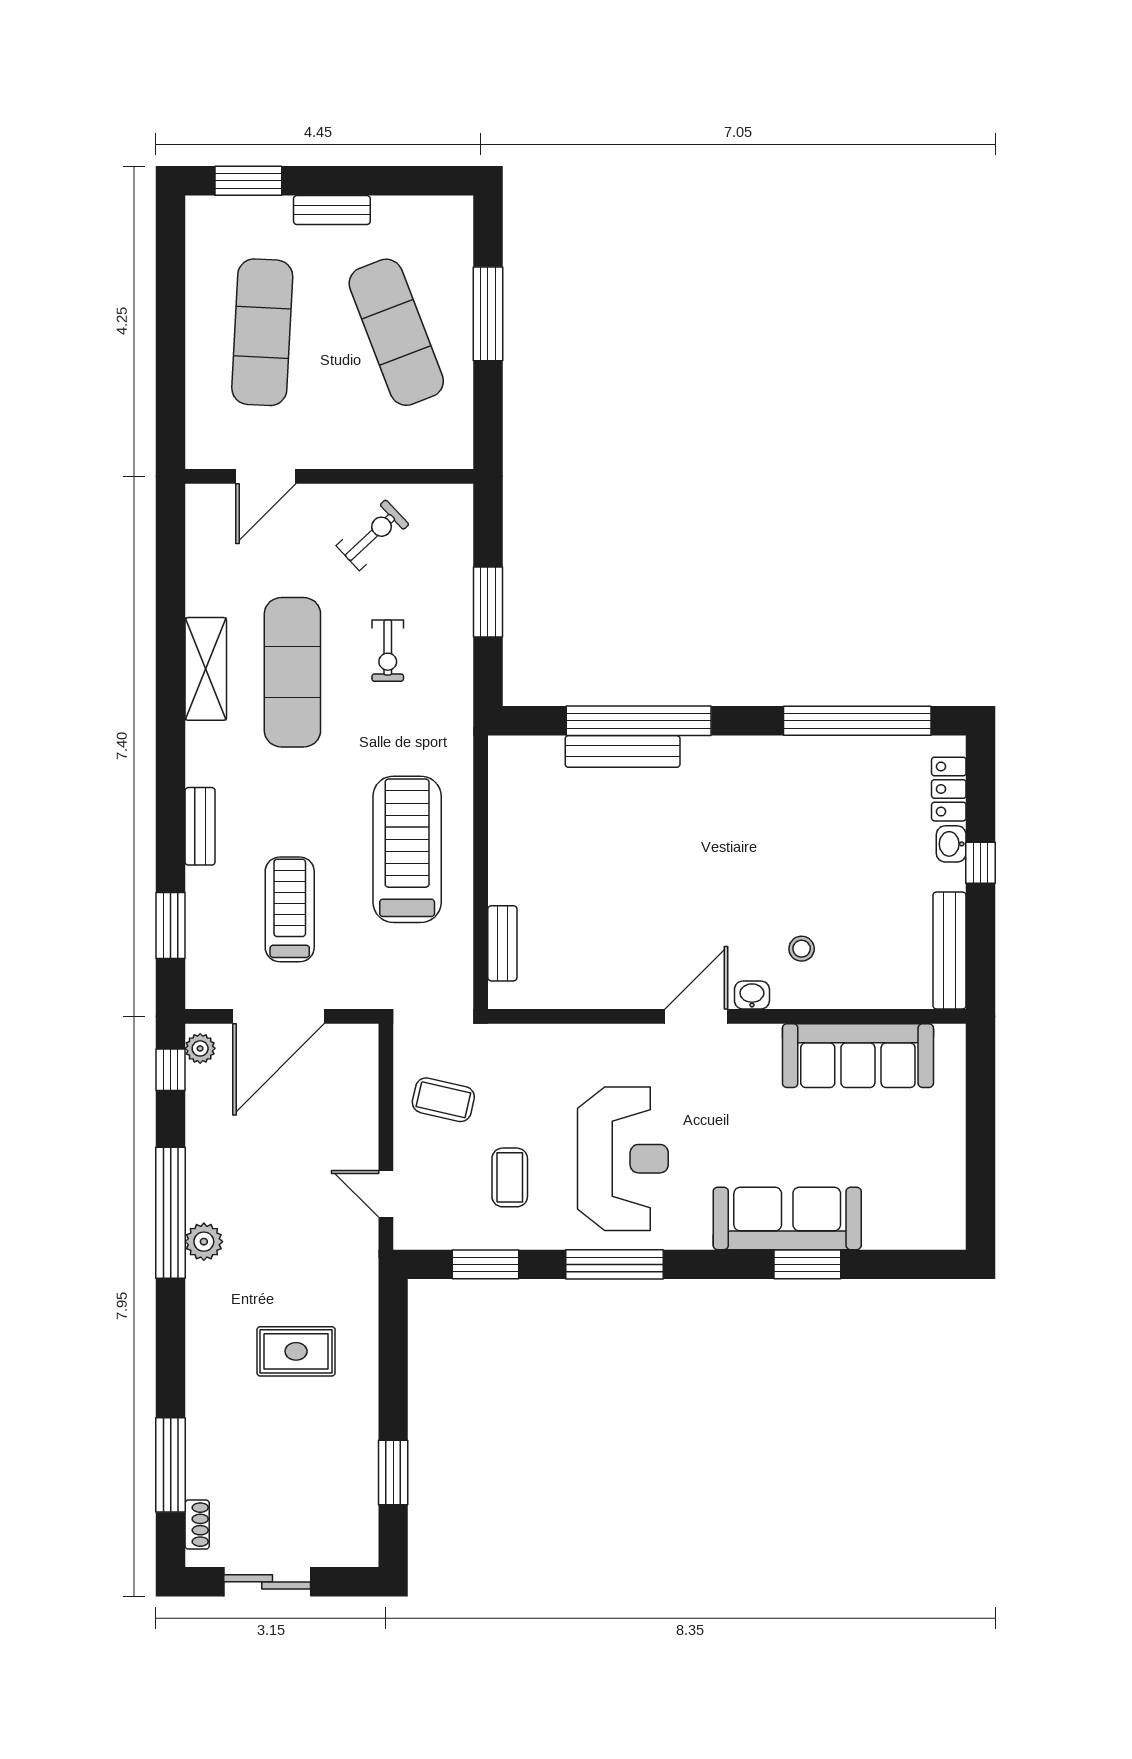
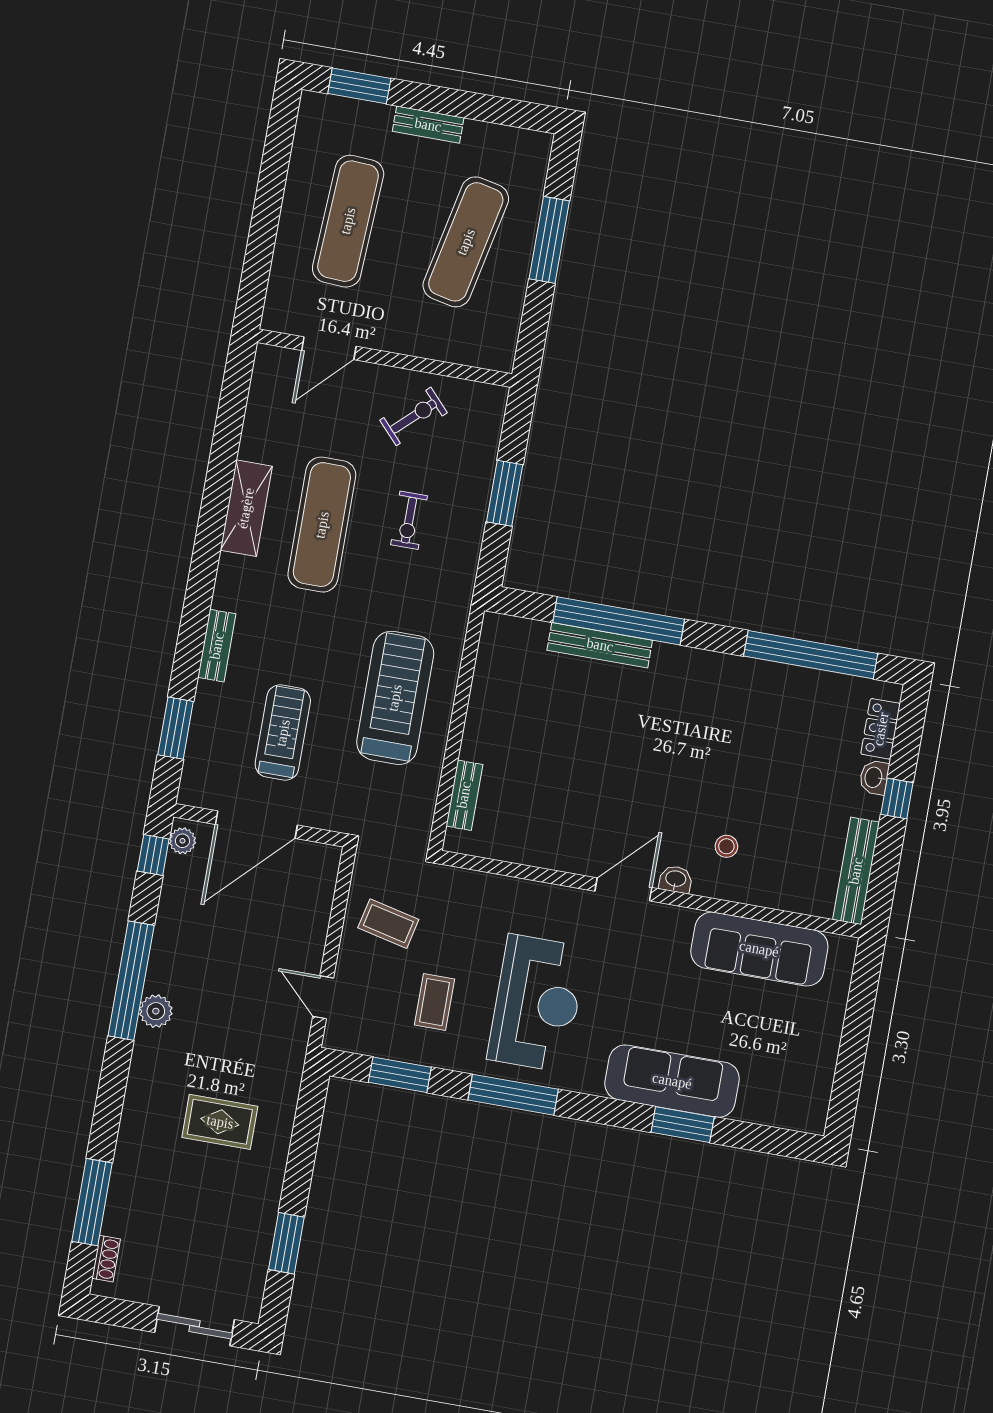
exercise mat: (396, 332) -> (466, 242), turned 33
sliding door: (267, 1582) -> (194, 1326), moved

